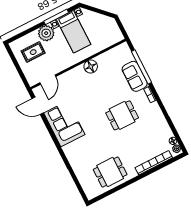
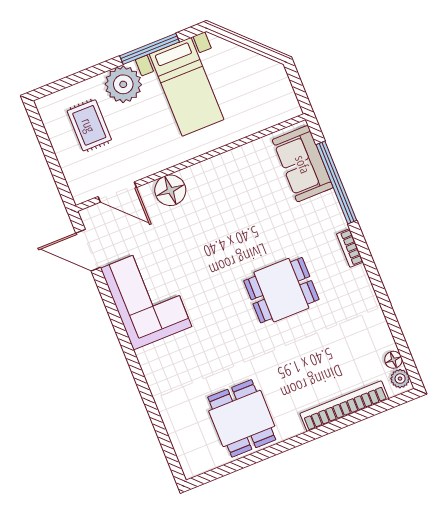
rug: (33, 52) -> (89, 125), turned 90
floor lamp: (91, 66) -> (170, 190), moved
sofa: (135, 76) -> (303, 164), moved
door: (48, 80) -> (117, 192), hinge flipped
dining table: (110, 172) -> (242, 418), turned 90

